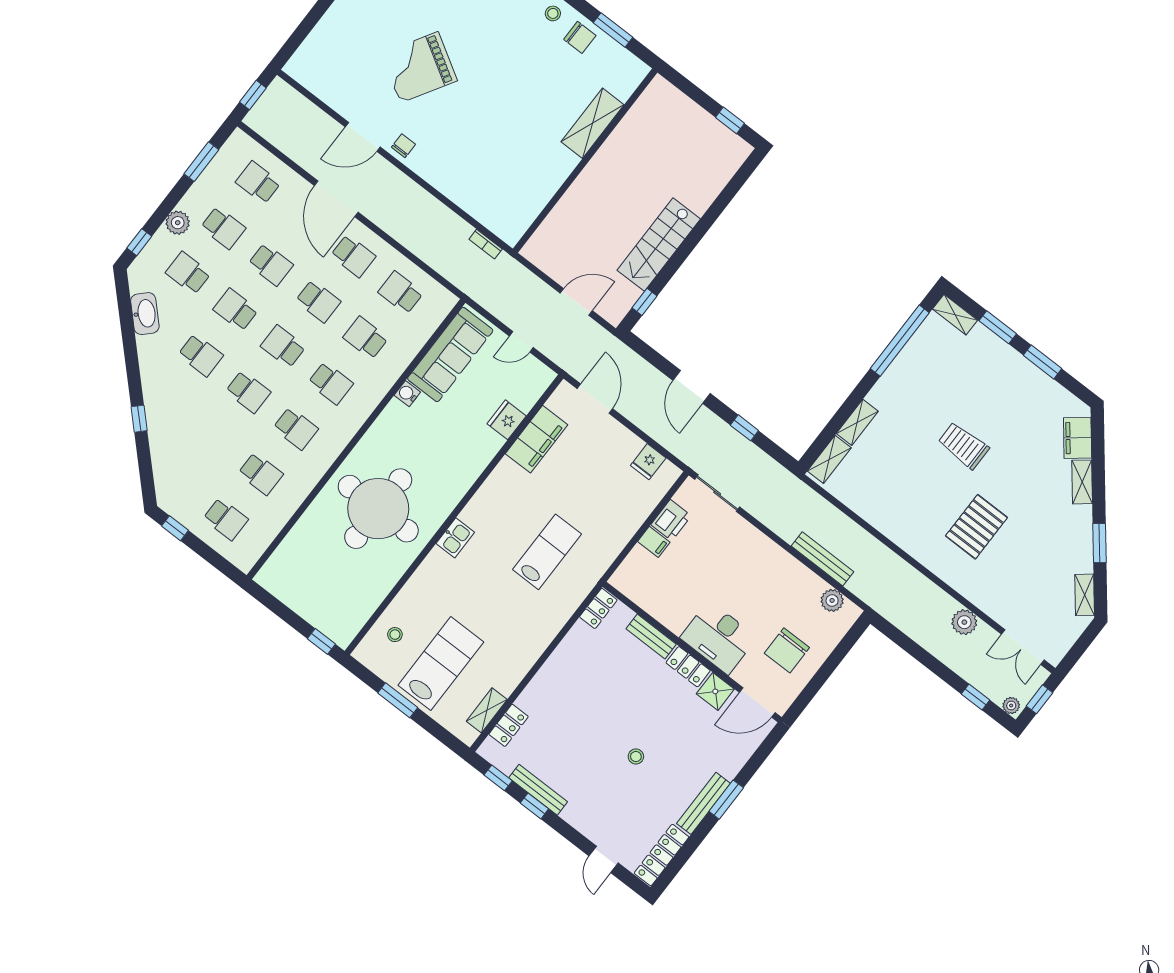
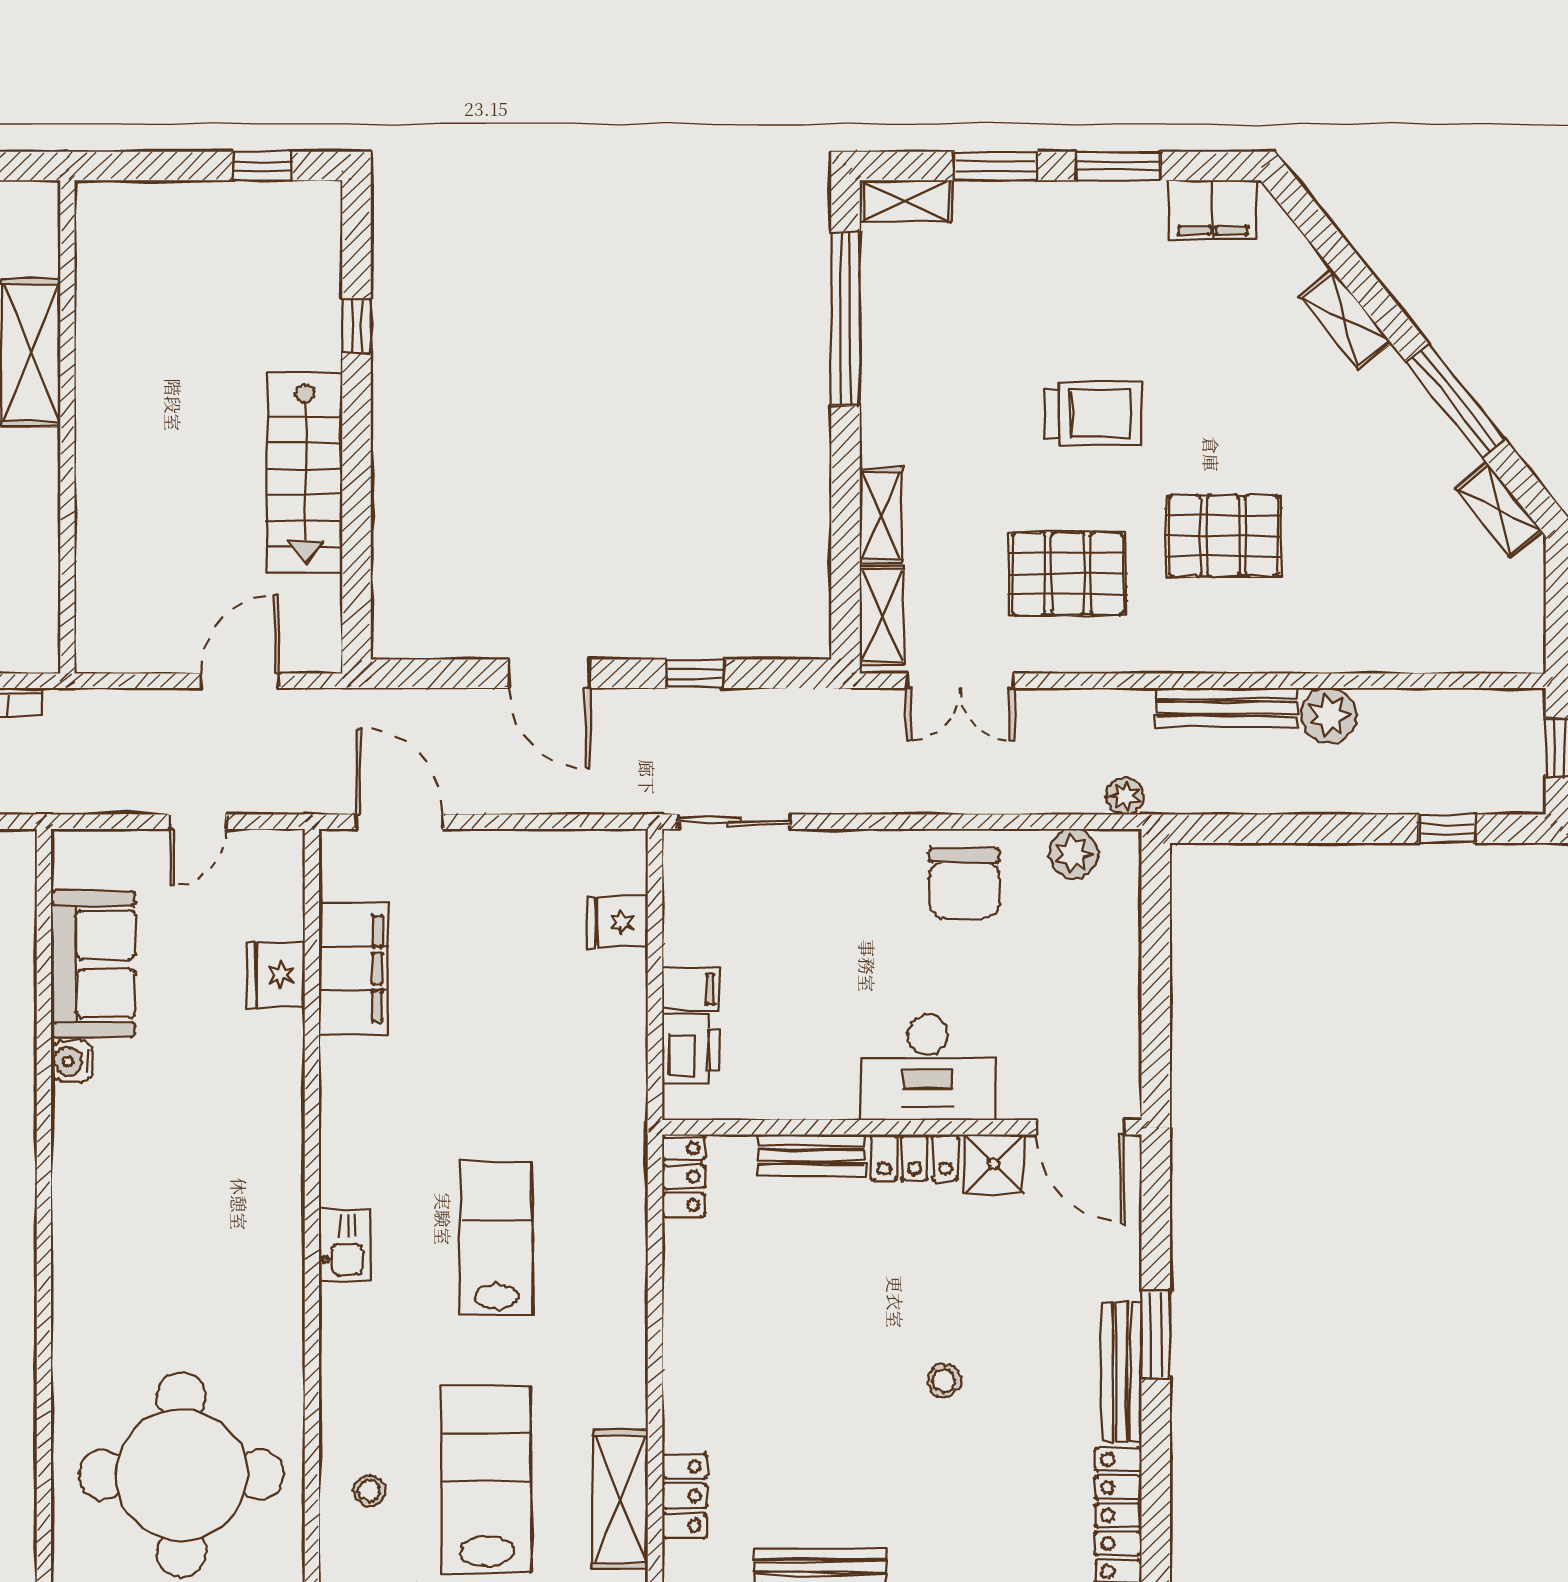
window: (644, 302) -> (357, 325), moved
sofa: (450, 355) -> (93, 964), width x0.73
filing cabinet: (1078, 438) -> (1213, 210), moved, turned -51
trolley: (963, 446) -> (1093, 414), turned 180
fridge: (648, 462) -> (618, 922), moved, turned 90
pallet: (909, 497) -> (1068, 574), added
round table: (378, 509) -> (182, 1475), moved
printer: (671, 520) -> (691, 1049), moved
pallet: (976, 527) -> (1223, 536), turned 90
window: (1100, 543) -> (1456, 401), width x1.44
lab bench: (547, 552) -> (496, 1238), moved
bench: (822, 559) -> (1227, 708), moved
double door: (1023, 647) -> (960, 681), moved
chair: (787, 650) -> (964, 883), moved
door: (757, 702) -> (1080, 1127), hinge flipped
plant: (1011, 705) -> (1125, 796), moved
shelving: (487, 710) -> (620, 1499), width x1.50, depth x1.33

